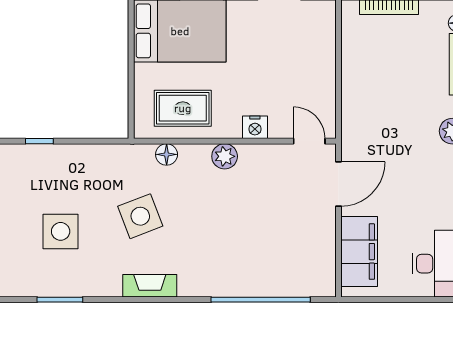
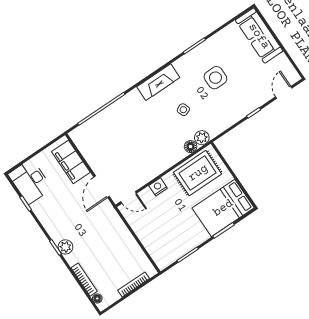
rug: (183, 108) -> (198, 173), width x1.36, depth x1.43
plant: (225, 156) -> (202, 138), moved
side table: (140, 216) -> (183, 110), width x0.54, depth x0.54
fireplace: (150, 286) -> (158, 82), width x1.37, depth x1.32

